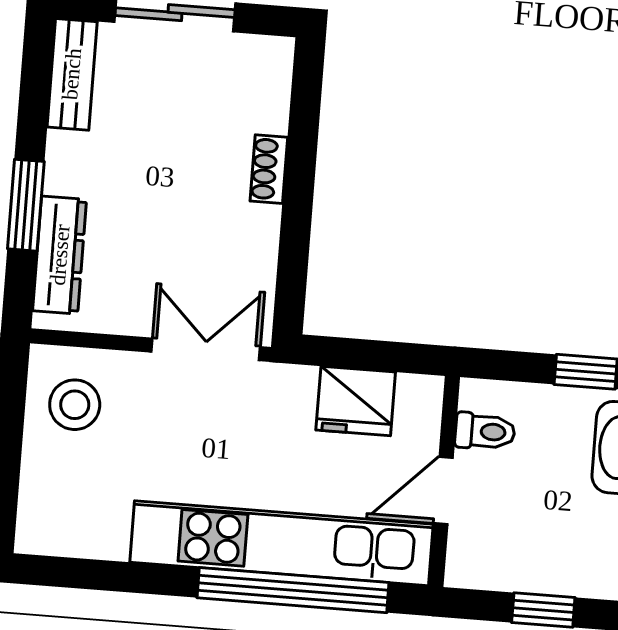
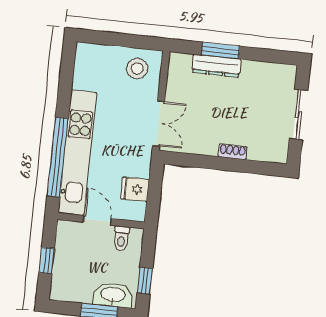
bench: (72, 74) -> (274, 71), removed
dresser: (60, 255) -> (216, 66), moved
fridge: (356, 401) -> (135, 189), width x0.72

